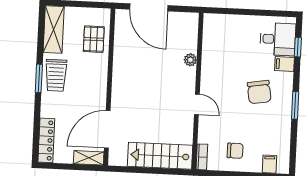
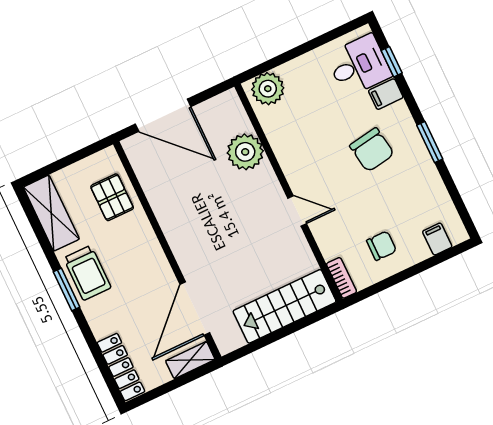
plant: (218, 24) -> (268, 89), added
plant: (190, 60) -> (245, 152), width x1.87, depth x1.87

